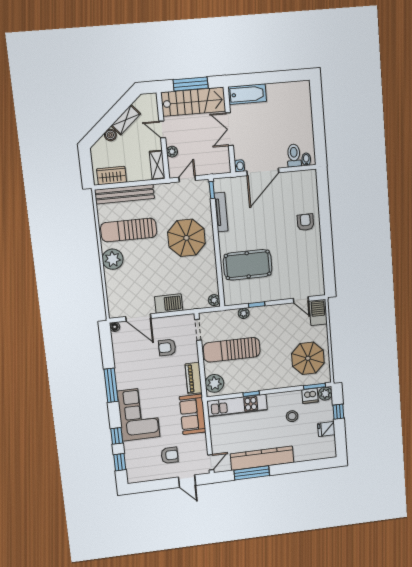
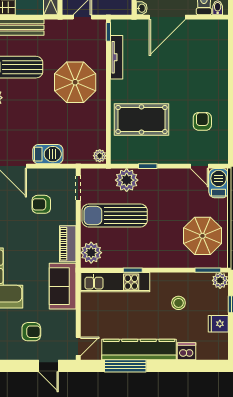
armchair: (305, 222) -> (202, 121), moved
plant: (244, 313) -> (127, 180), width x1.87, depth x1.87
dishwasher: (310, 396) -> (186, 351), moved, turned 180

